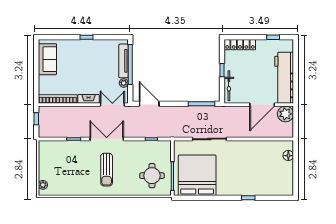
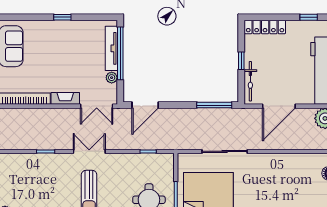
door: (149, 104) -> (145, 105), swing flipped
double door: (112, 105) -> (97, 106), swing flipped
door: (262, 105) -> (279, 106), moved
double door: (107, 139) -> (89, 151), width x0.73

